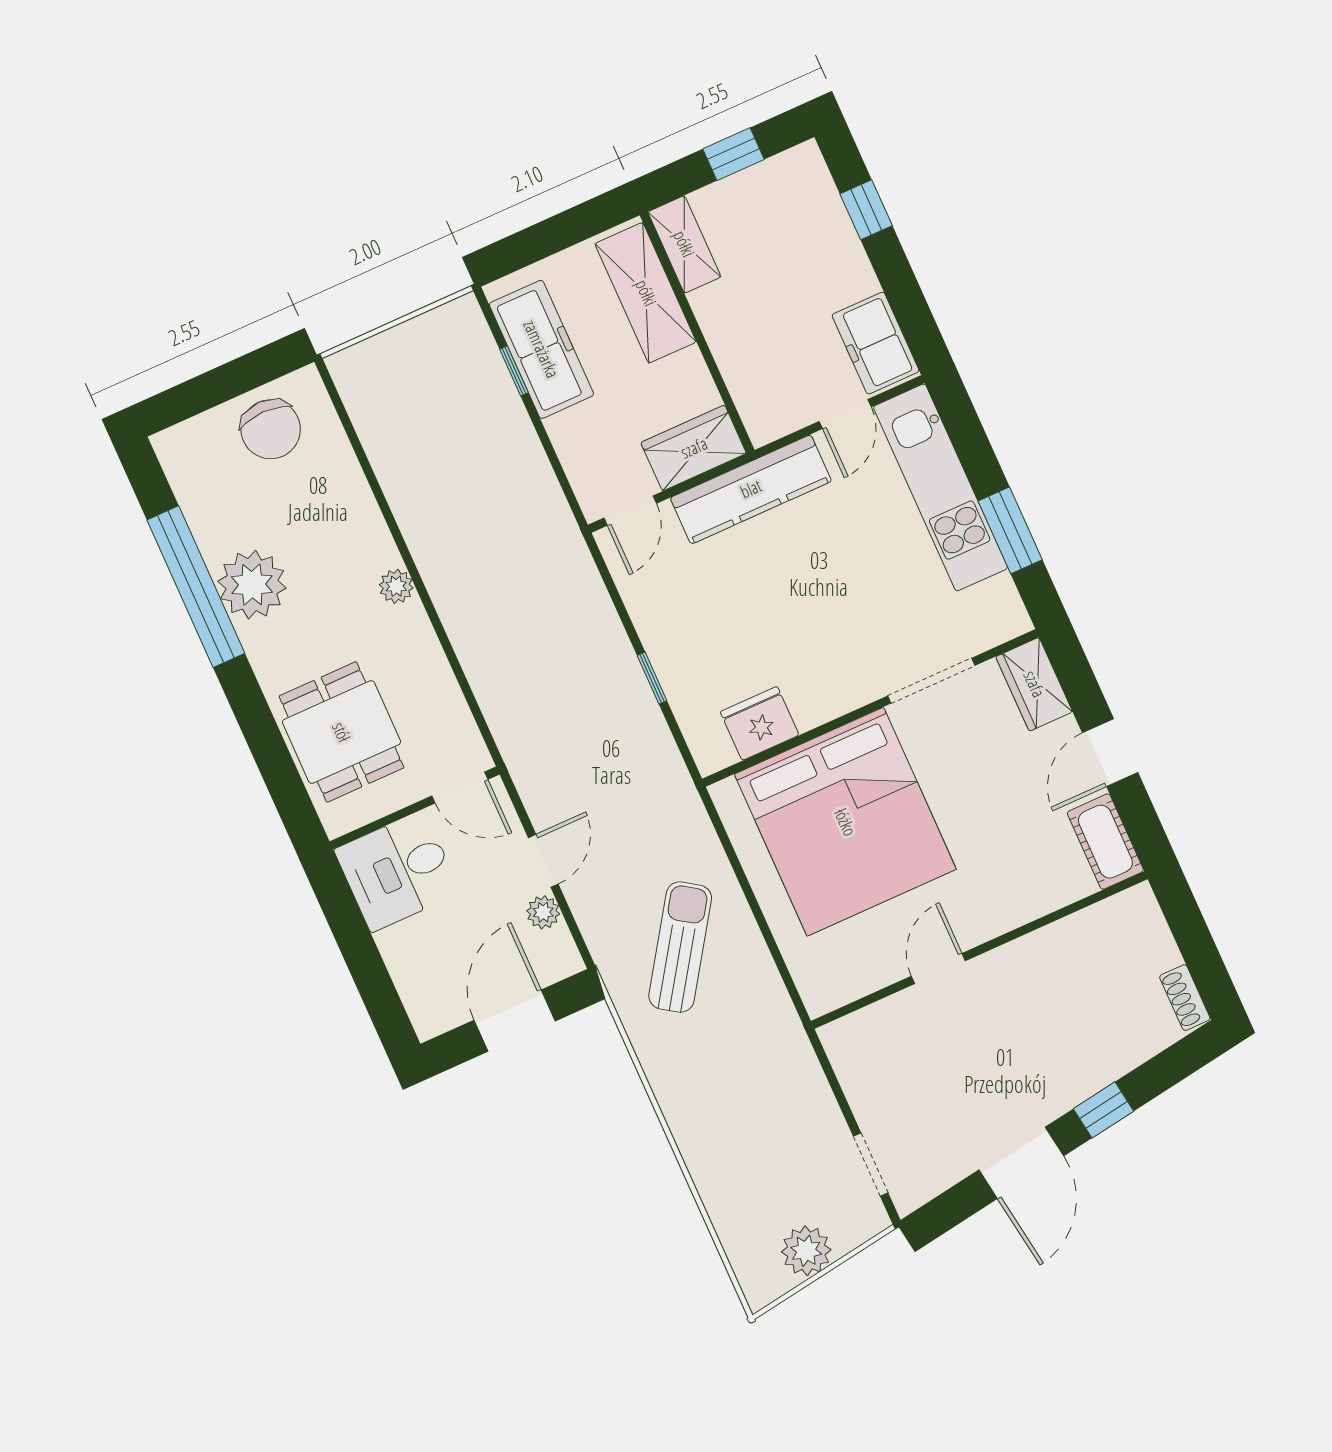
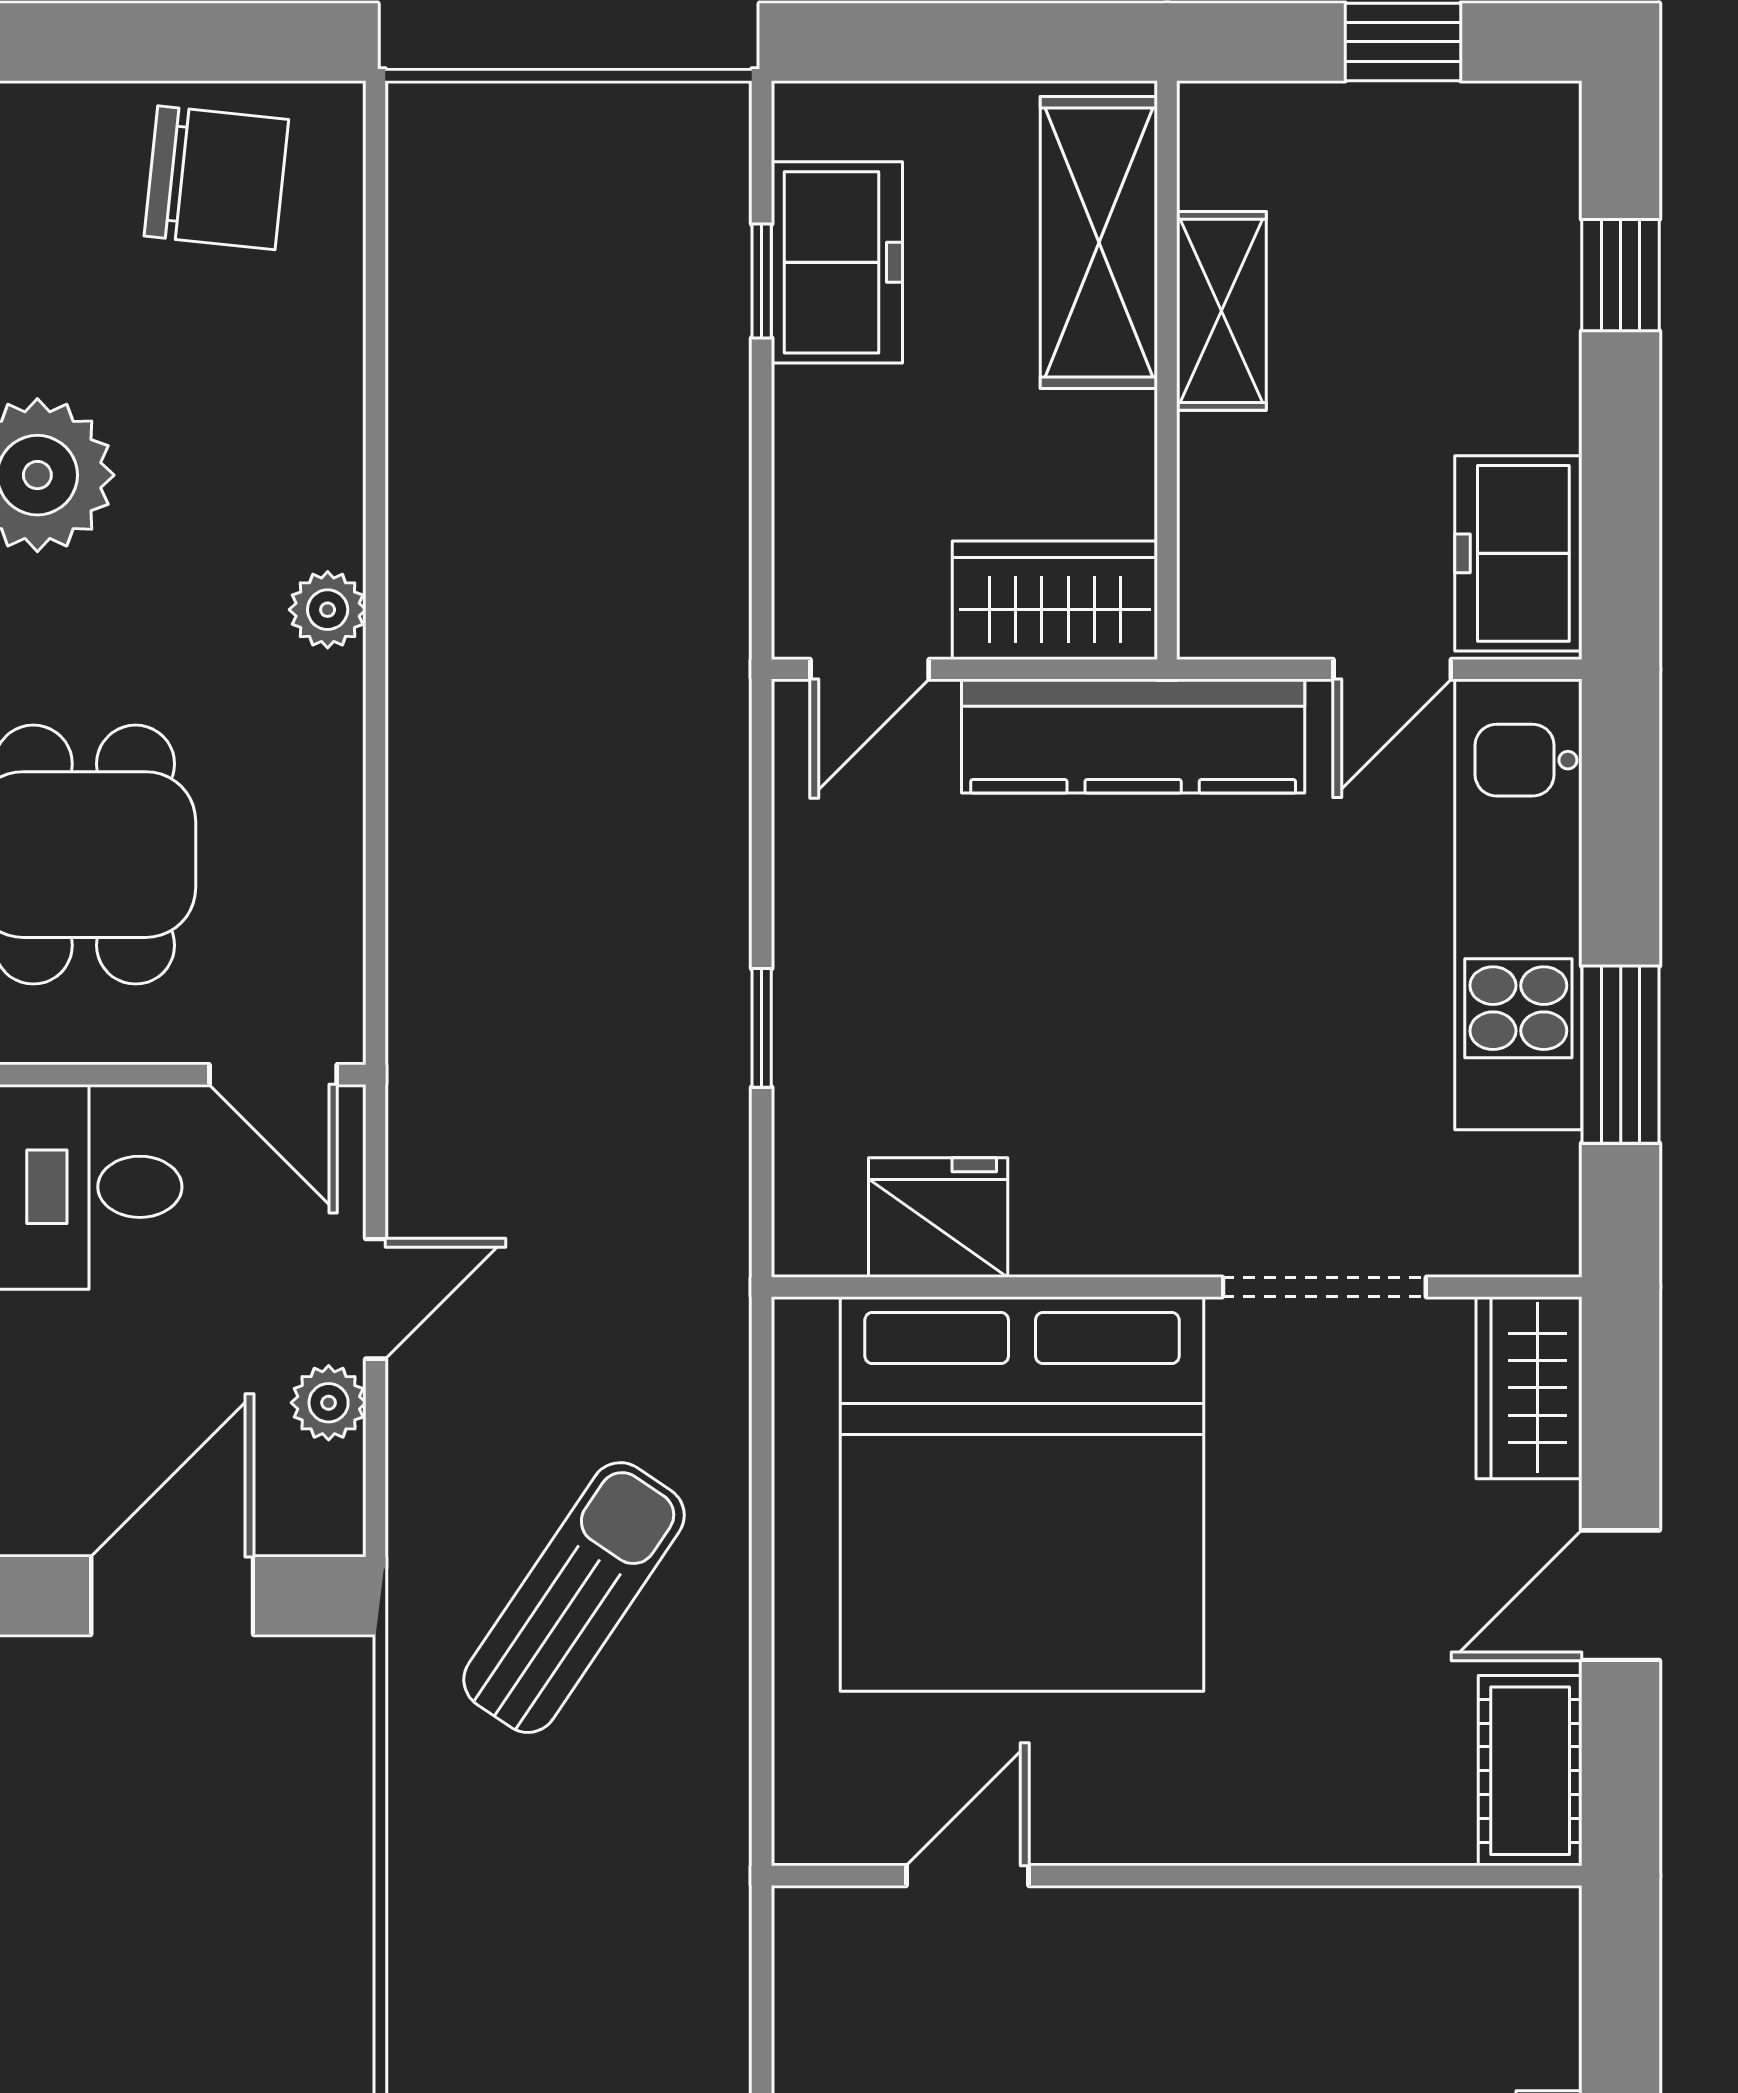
shelving: (684, 244) -> (1221, 311), moved
freezer: (541, 349) -> (837, 262), width x0.71
chair: (271, 429) -> (216, 178), turned -84
door: (938, 968) -> (968, 1876), moved

